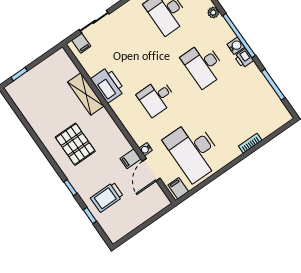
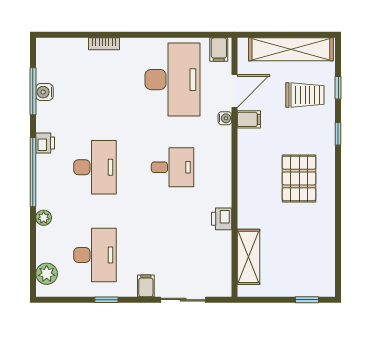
filing cabinet: (81, 43) -> (146, 286), moved
water cooler: (236, 46) -> (44, 92), moved
printer: (108, 85) -> (222, 219), width x0.53, depth x0.68
shelving: (86, 94) -> (248, 257), moved
shelving: (135, 219) -> (291, 49), added

